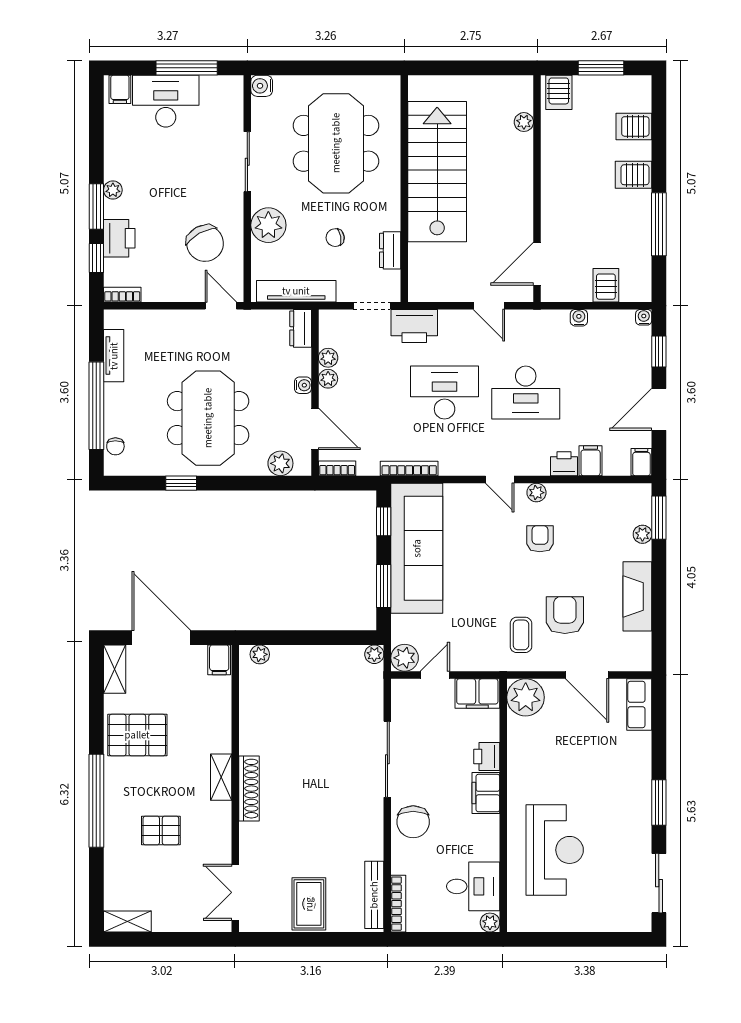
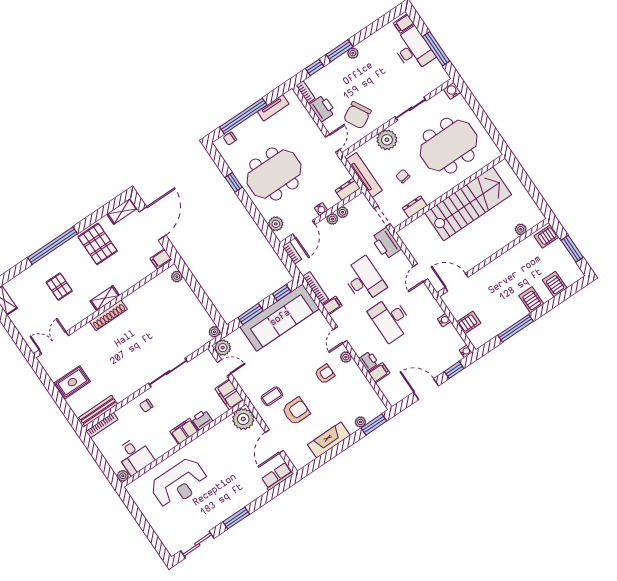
printer: (119, 238) -> (322, 108), moved, turned -90
filing cabinet: (641, 462) -> (332, 305), moved
chair: (413, 822) -> (146, 406), width x0.54, depth x0.54

